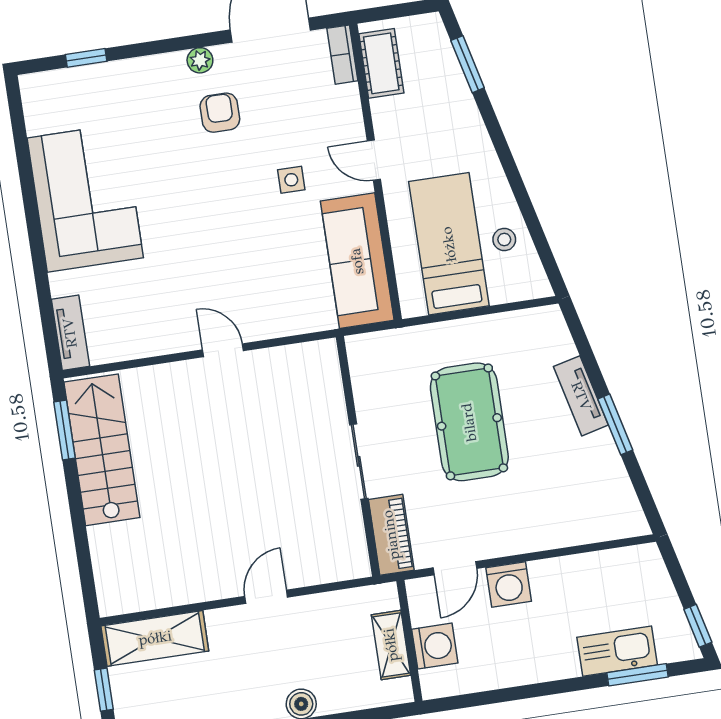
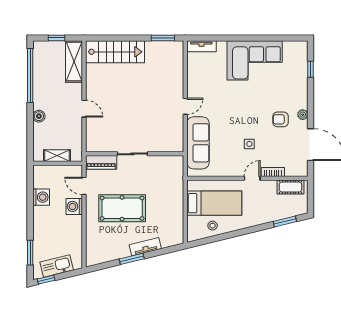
bookcase: (342, 55) -> (273, 172), moved
armchair: (220, 113) -> (281, 119), turned 180
sofa: (357, 261) -> (198, 143), moved, turned 90
pool table: (469, 422) -> (122, 208), moved
stairs: (102, 450) -> (115, 52), moved
washing machine: (435, 646) -> (41, 197), moved, turned -90
kitchen sink: (617, 651) -> (57, 266), moved, turned -104

